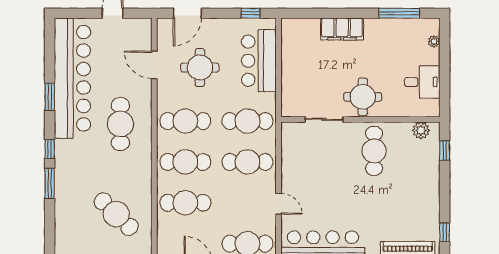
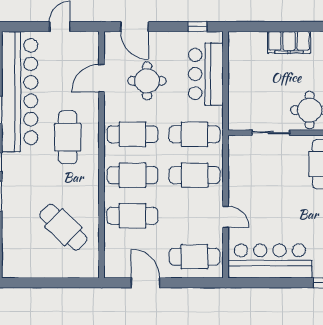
door: (187, 13) -> (134, 27), hinge flipped
door: (154, 65) -> (101, 78), hinge flipped

